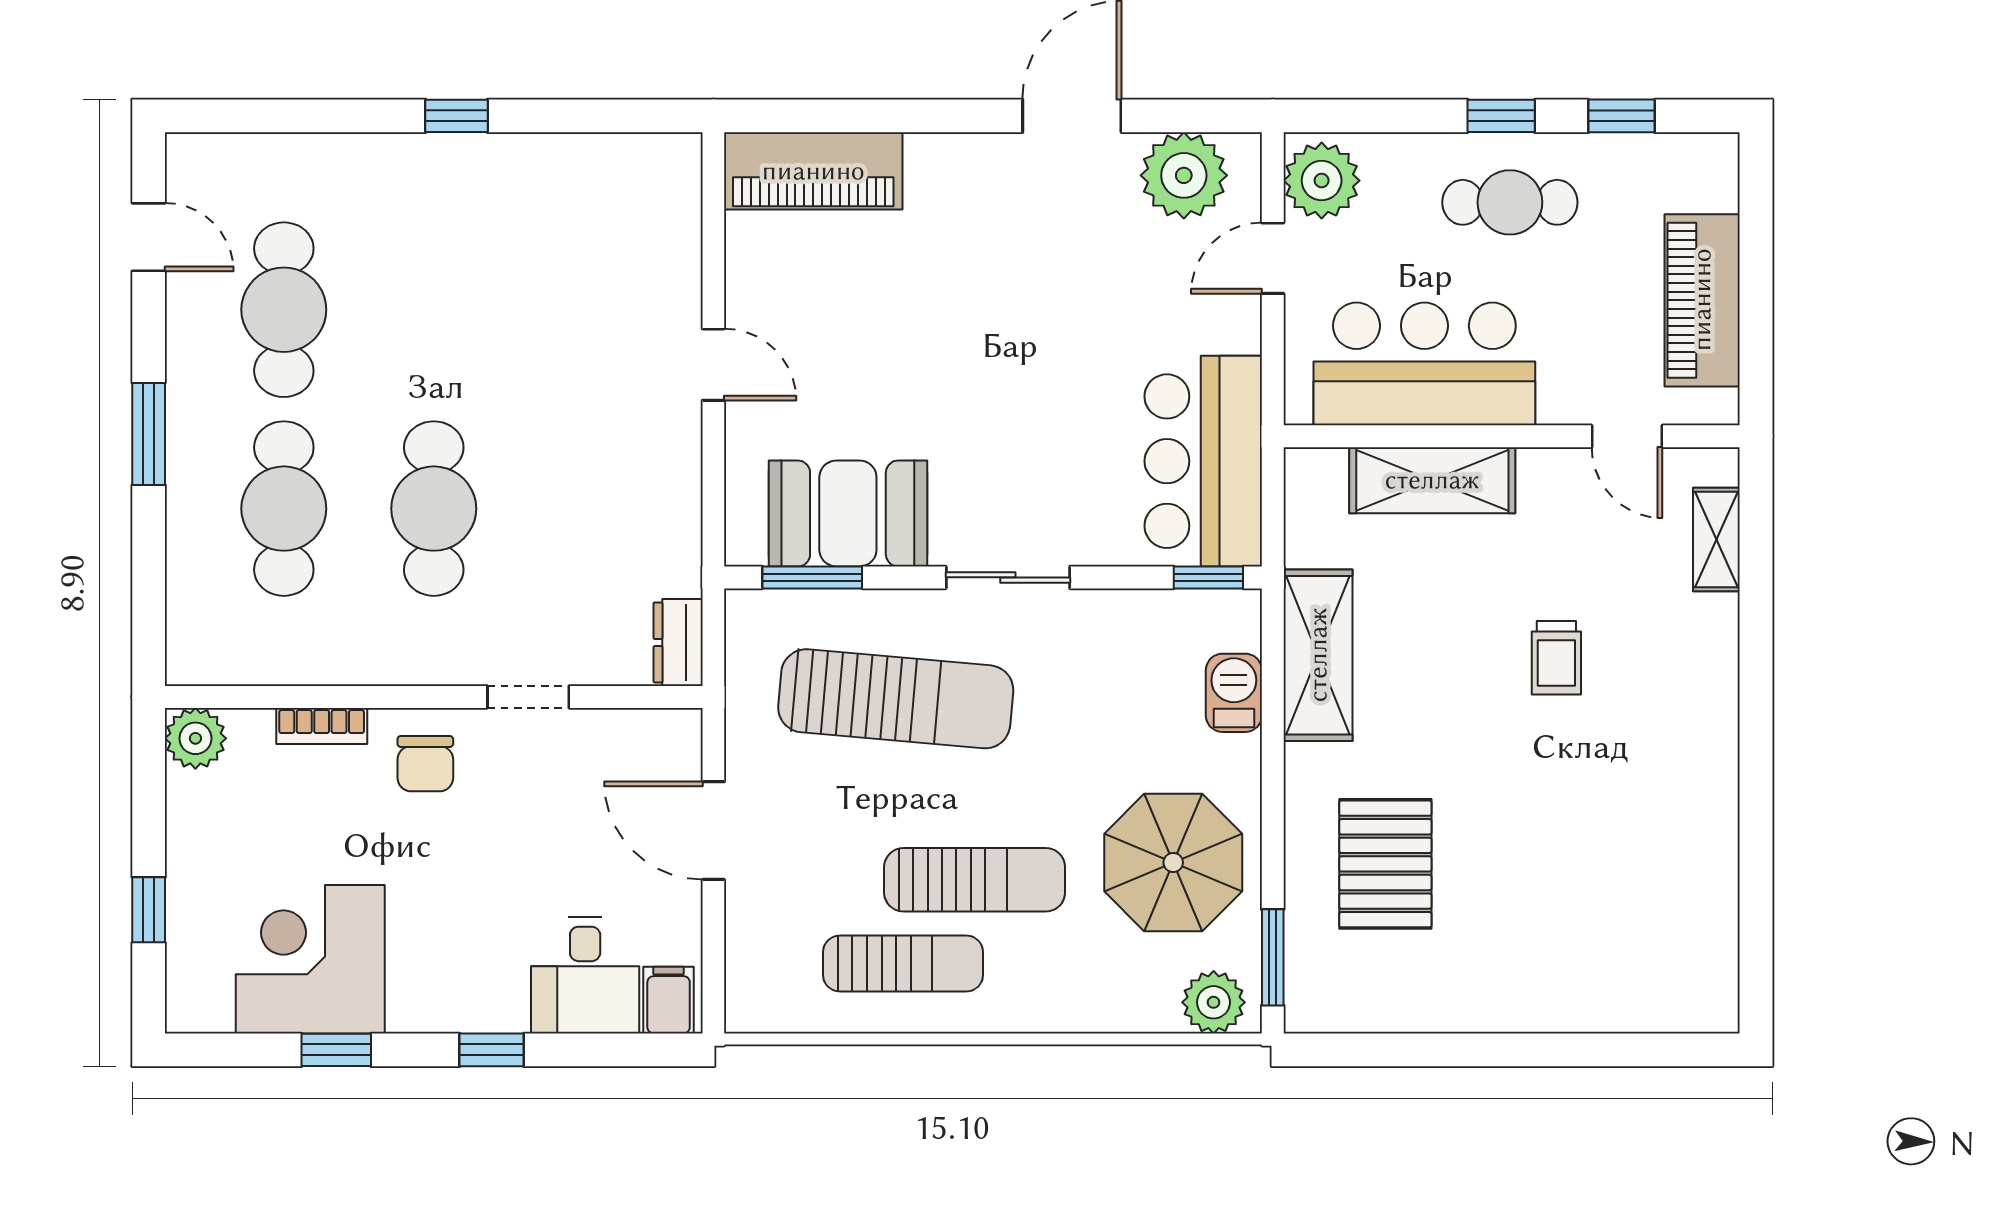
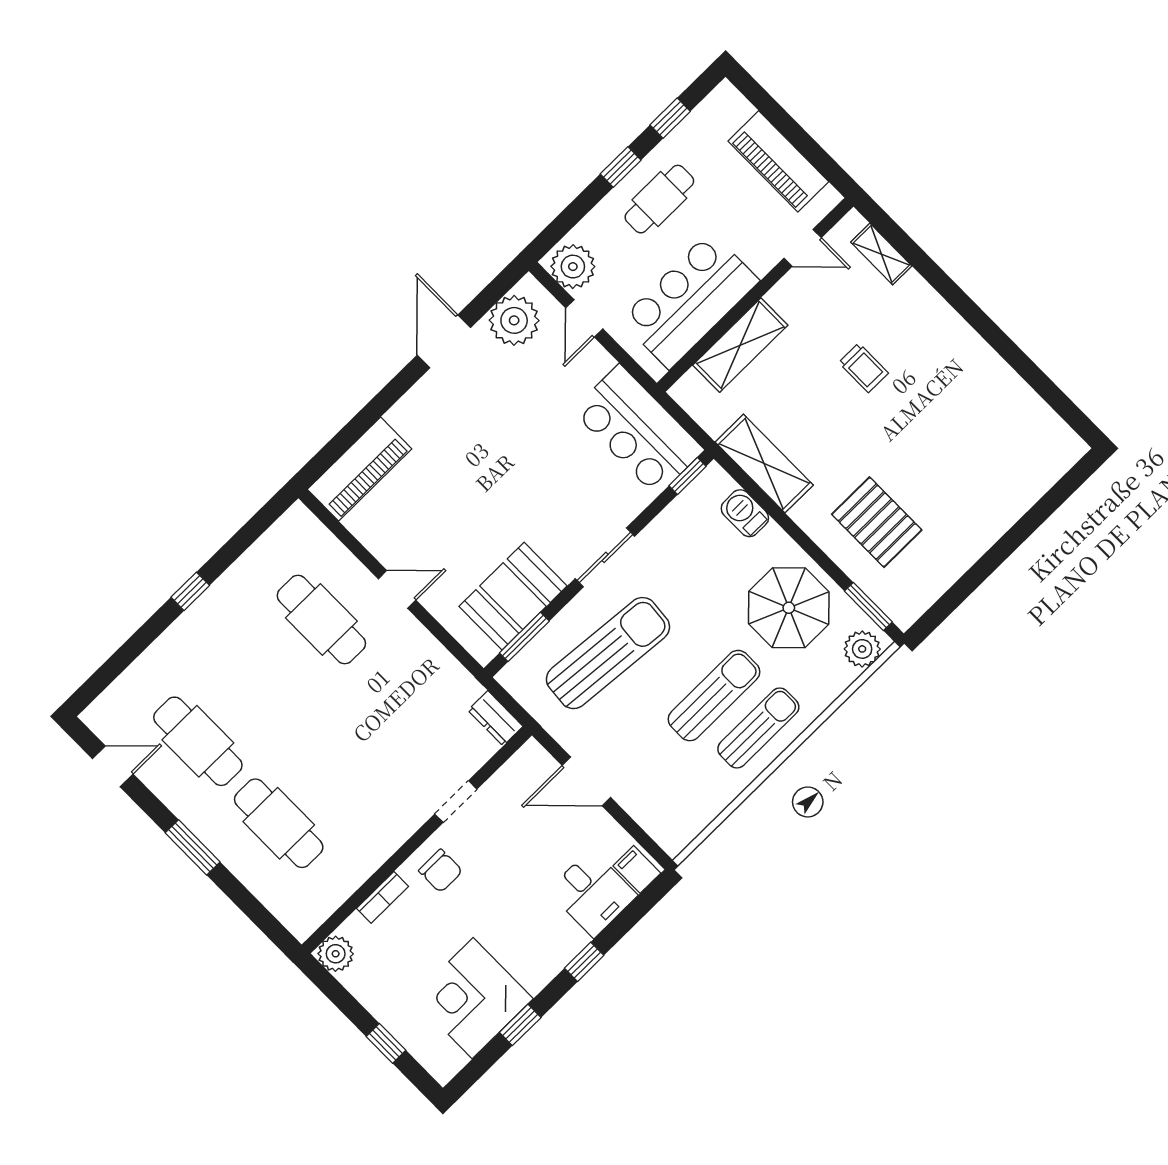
cafe table: (434, 509) -> (321, 620), moved
sun lounger: (903, 964) -> (758, 728), moved

